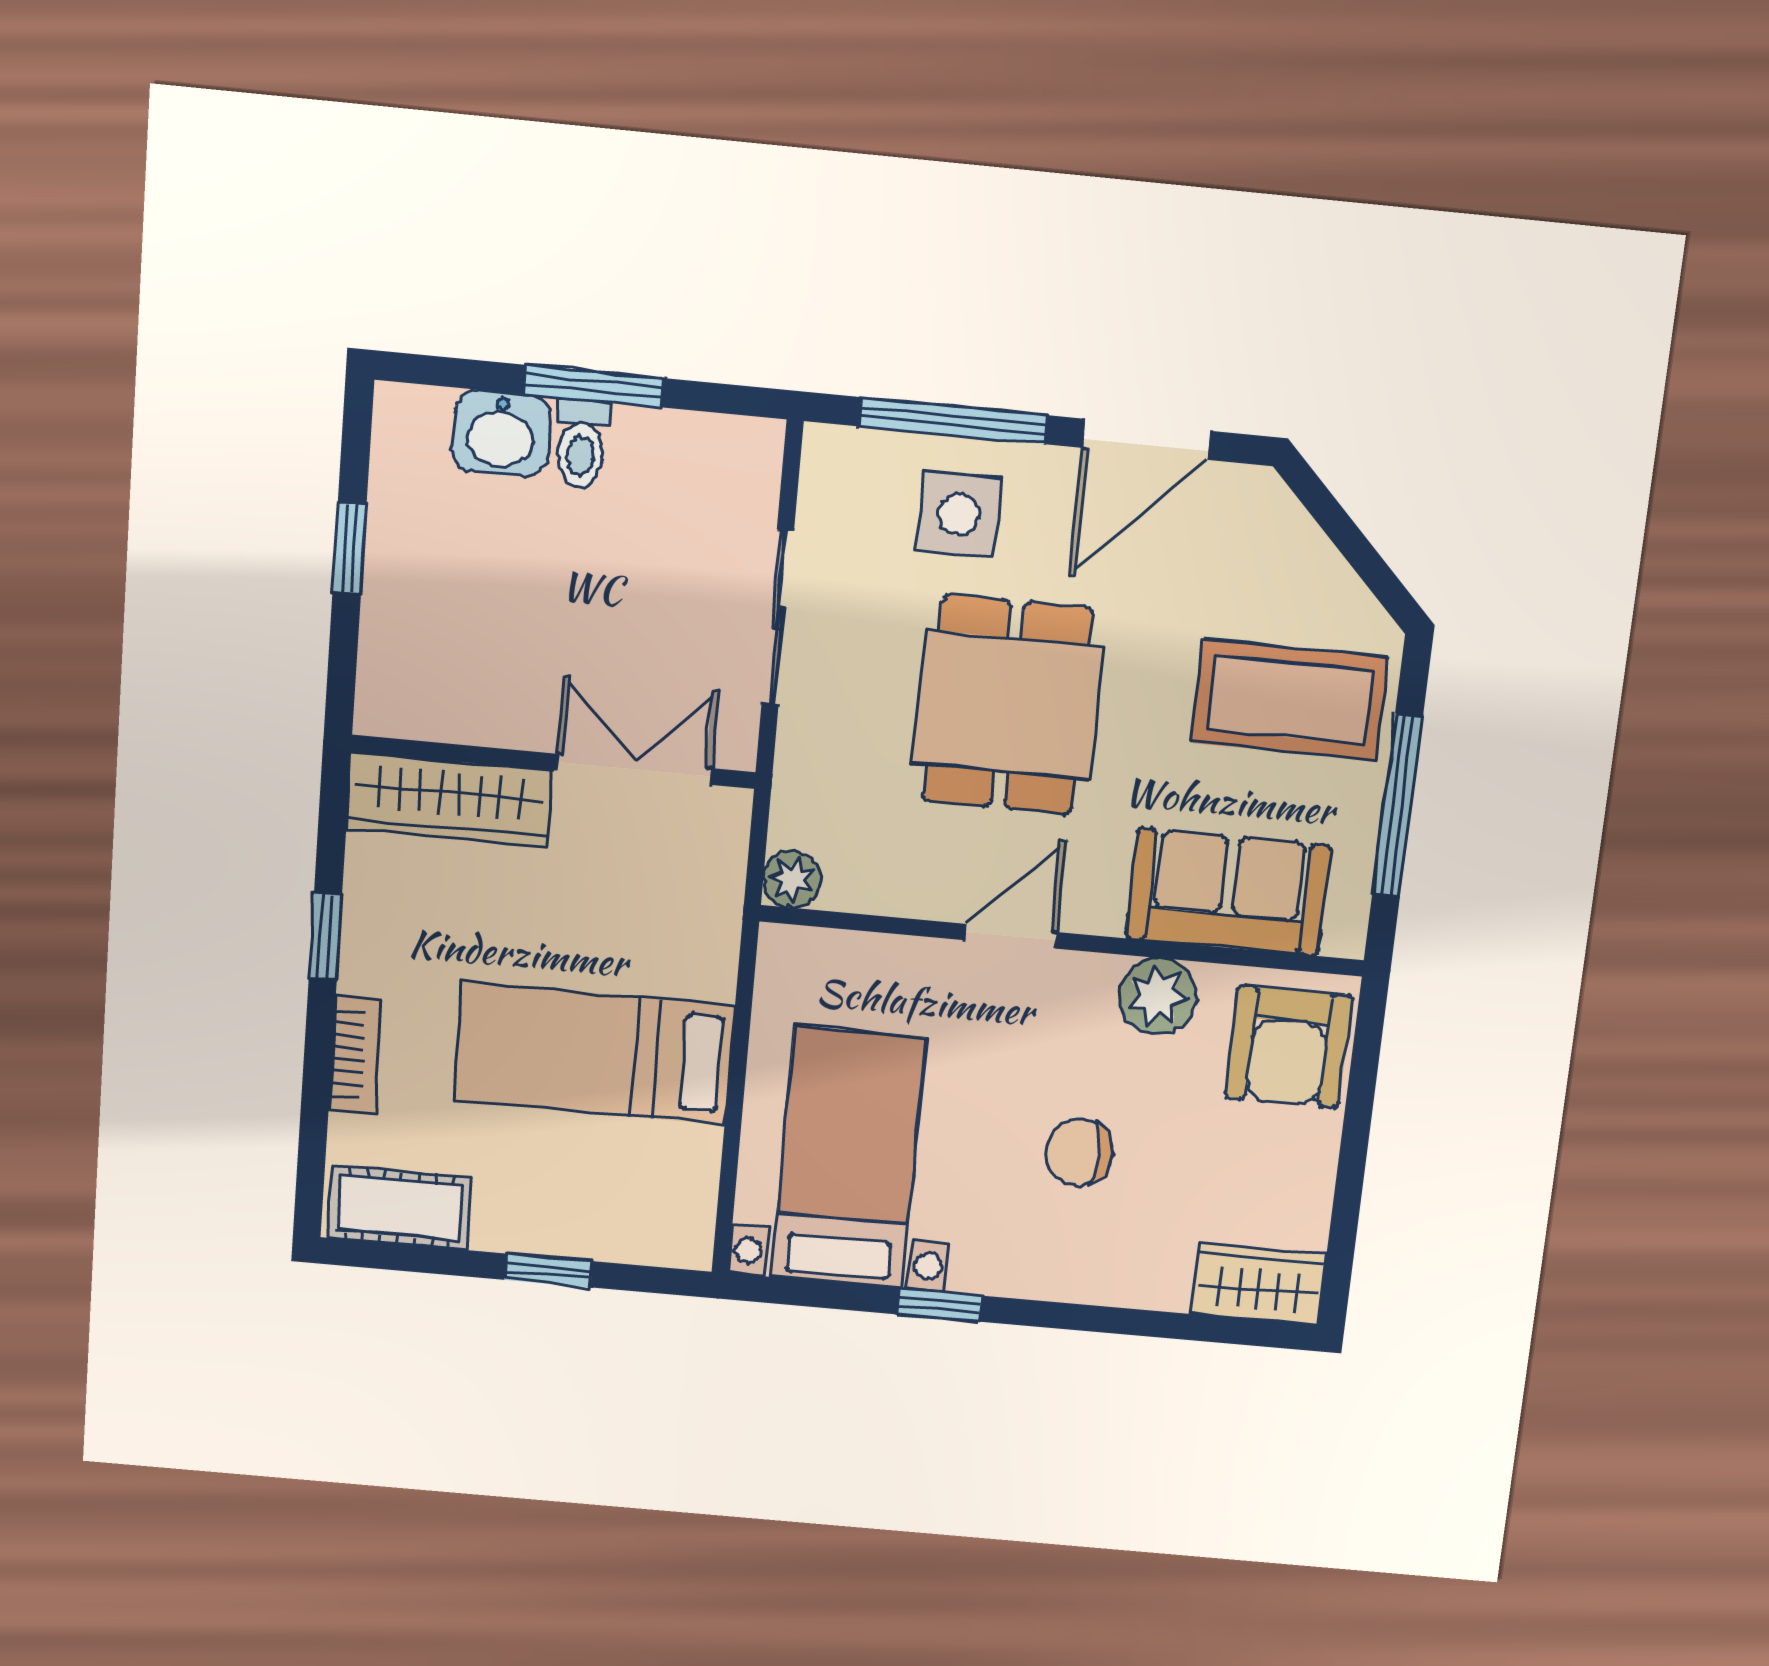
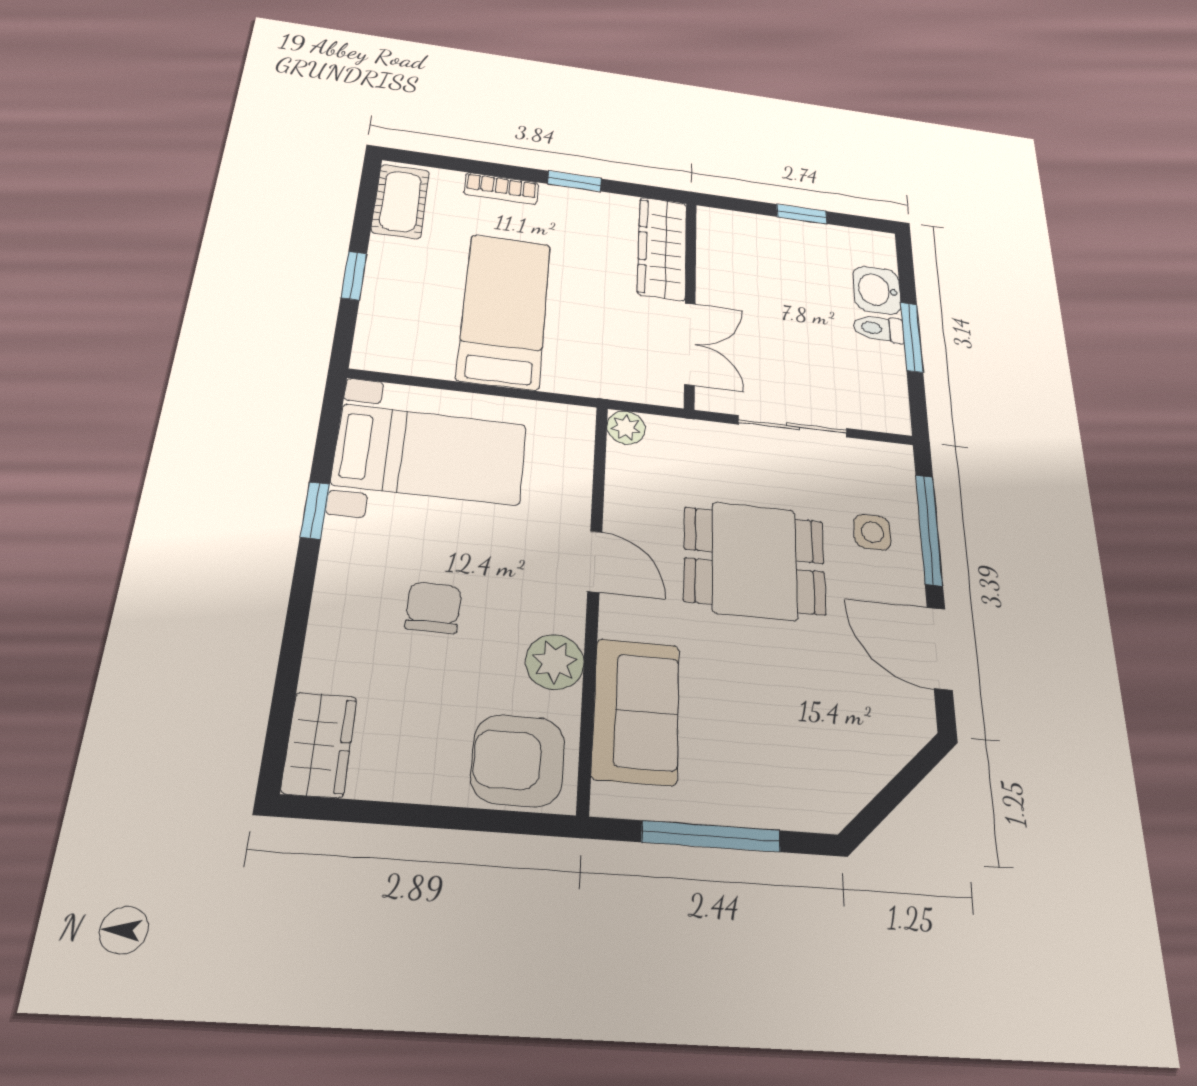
side table: (959, 515) -> (872, 532), width x0.73, depth x0.73
coffee table: (1289, 700) -> (780, 751), removed

